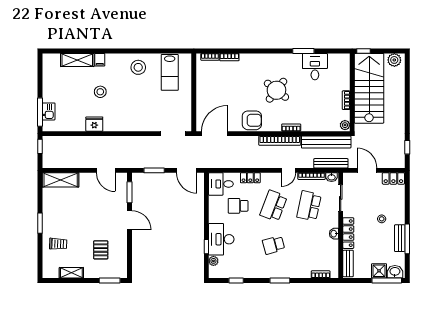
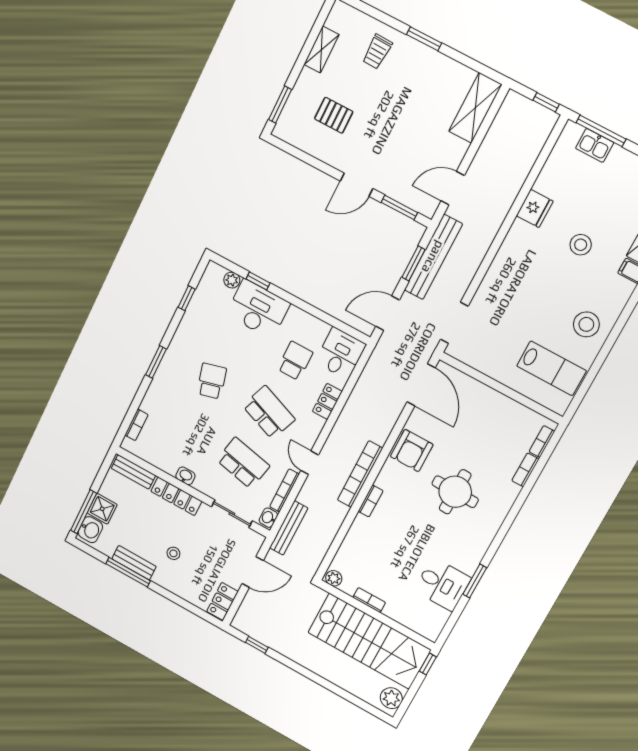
lab bench: (170, 72) -> (551, 368), turned 180
round table: (276, 90) -> (455, 492), moved, turned -37
bench: (326, 142) -> (433, 257), moved

